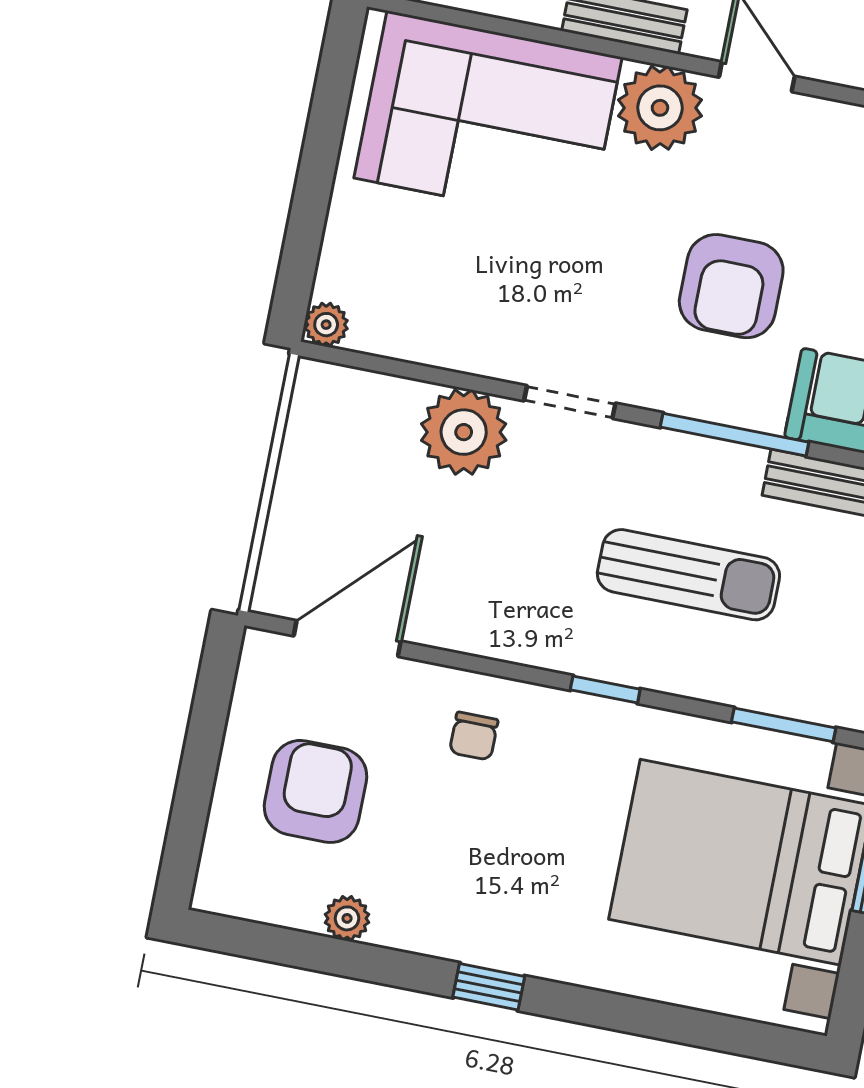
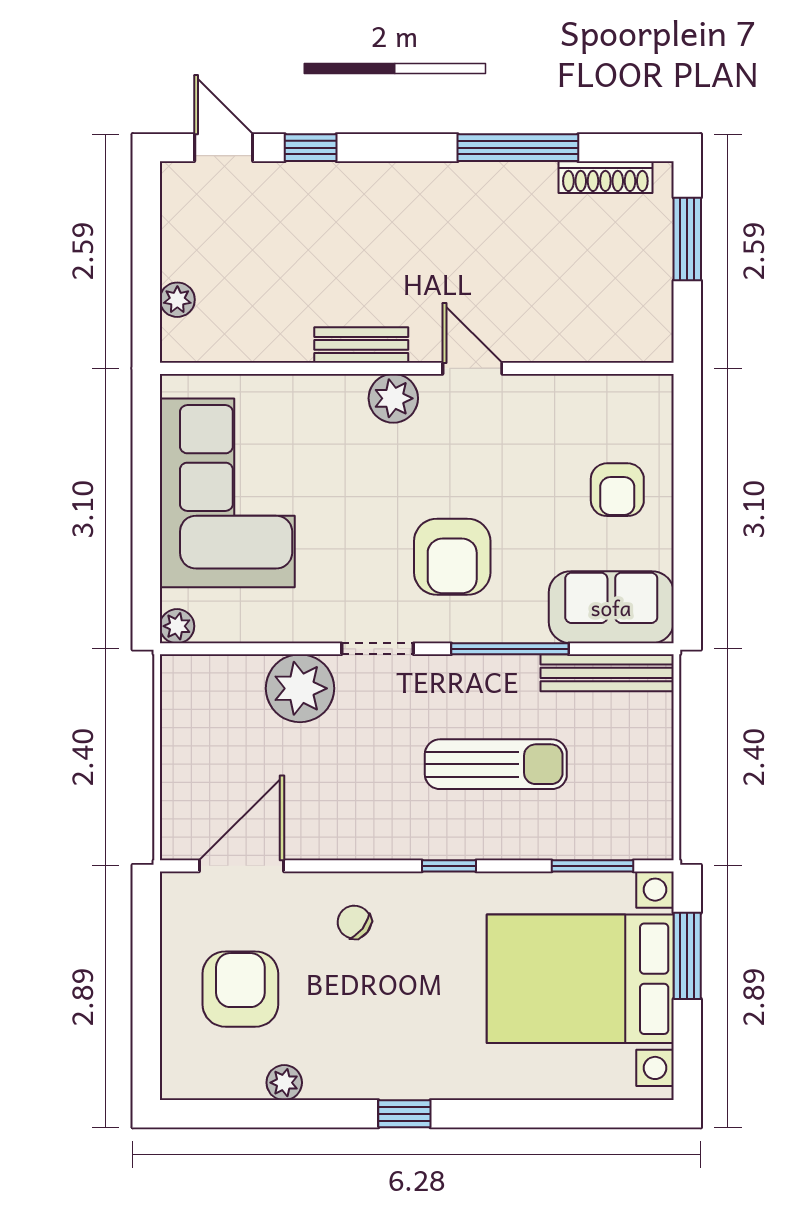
plant: (660, 108) -> (393, 398), width x0.73, depth x0.73
corner sofa: (488, 118) -> (227, 493), moved, turned -90
armchair: (731, 286) -> (452, 557), moved
chair: (474, 736) -> (354, 922), turned 128

